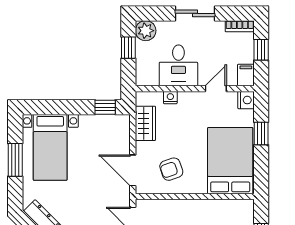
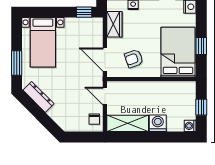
window: (261, 133) -> (201, 46), moved
window: (15, 160) -> (17, 63), moved

